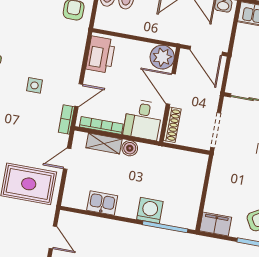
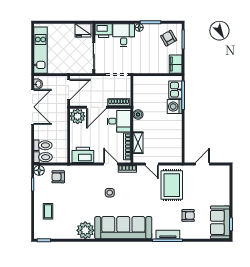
boiler: (130, 148) -> (138, 114), moved
kitchen sink: (102, 203) -> (175, 90), moved

